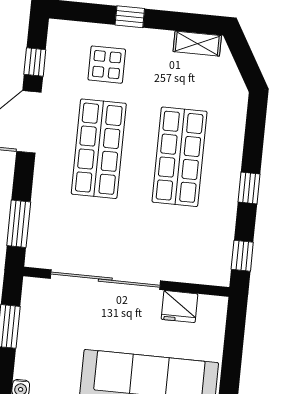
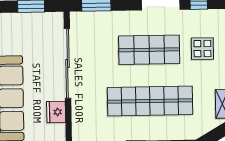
shop shelf: (180, 157) -> (150, 101), width x1.40

